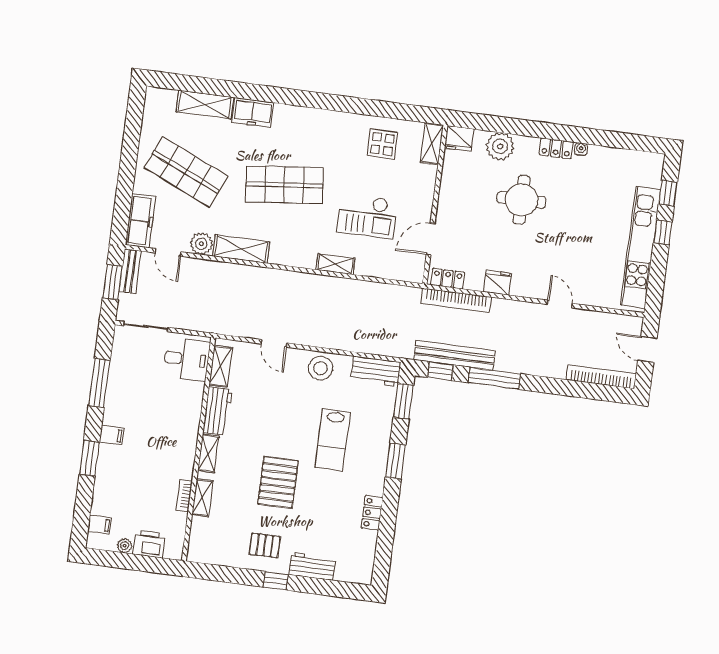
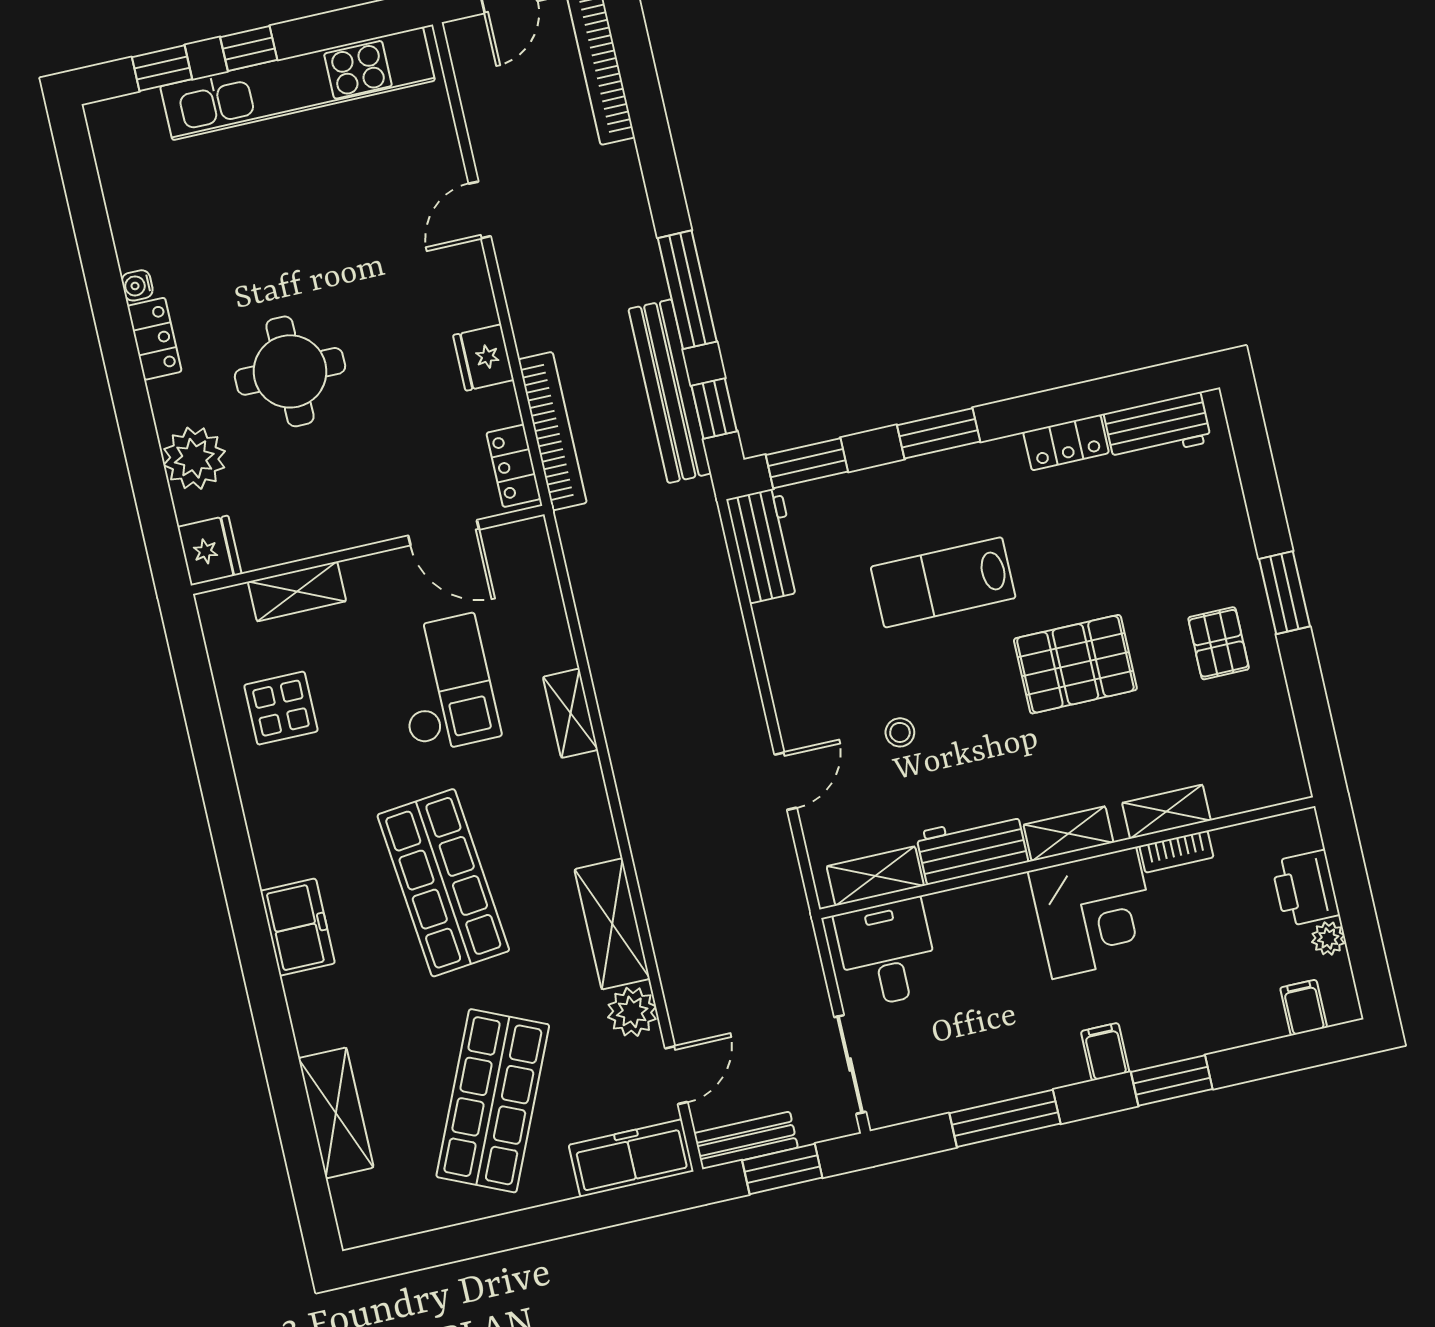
freezer: (253, 112) -> (298, 927), moved
shelving: (432, 144) -> (297, 591), moved
stool: (320, 368) -> (900, 732), moved, width x0.53, depth x0.53
lab bench: (333, 440) -> (943, 582), turned 180
corner desk: (171, 452) -> (1094, 913), added
workbench: (312, 566) -> (1158, 428), moved, turned -90
window: (276, 581) -> (1284, 593), width x1.50

